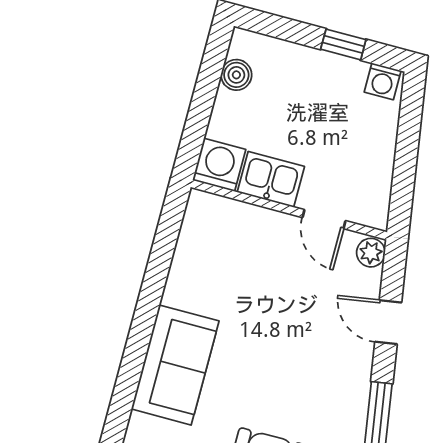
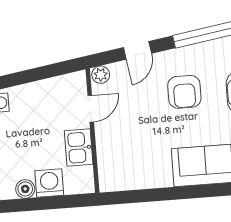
washing machine: (219, 165) -> (49, 183), moved, turned 90
armchair: (299, 372) -> (184, 92), added

